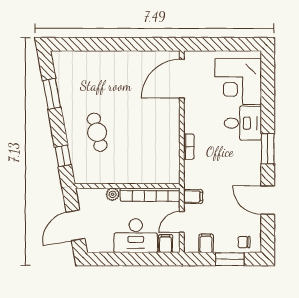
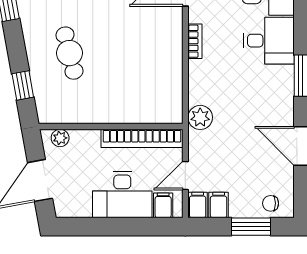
bookcase: (189, 147) -> (195, 41), moved
plant: (193, 179) -> (200, 117), added
plant: (113, 194) -> (60, 138), moved
filing cabinet: (193, 196) -> (198, 205), moved, turned -90

